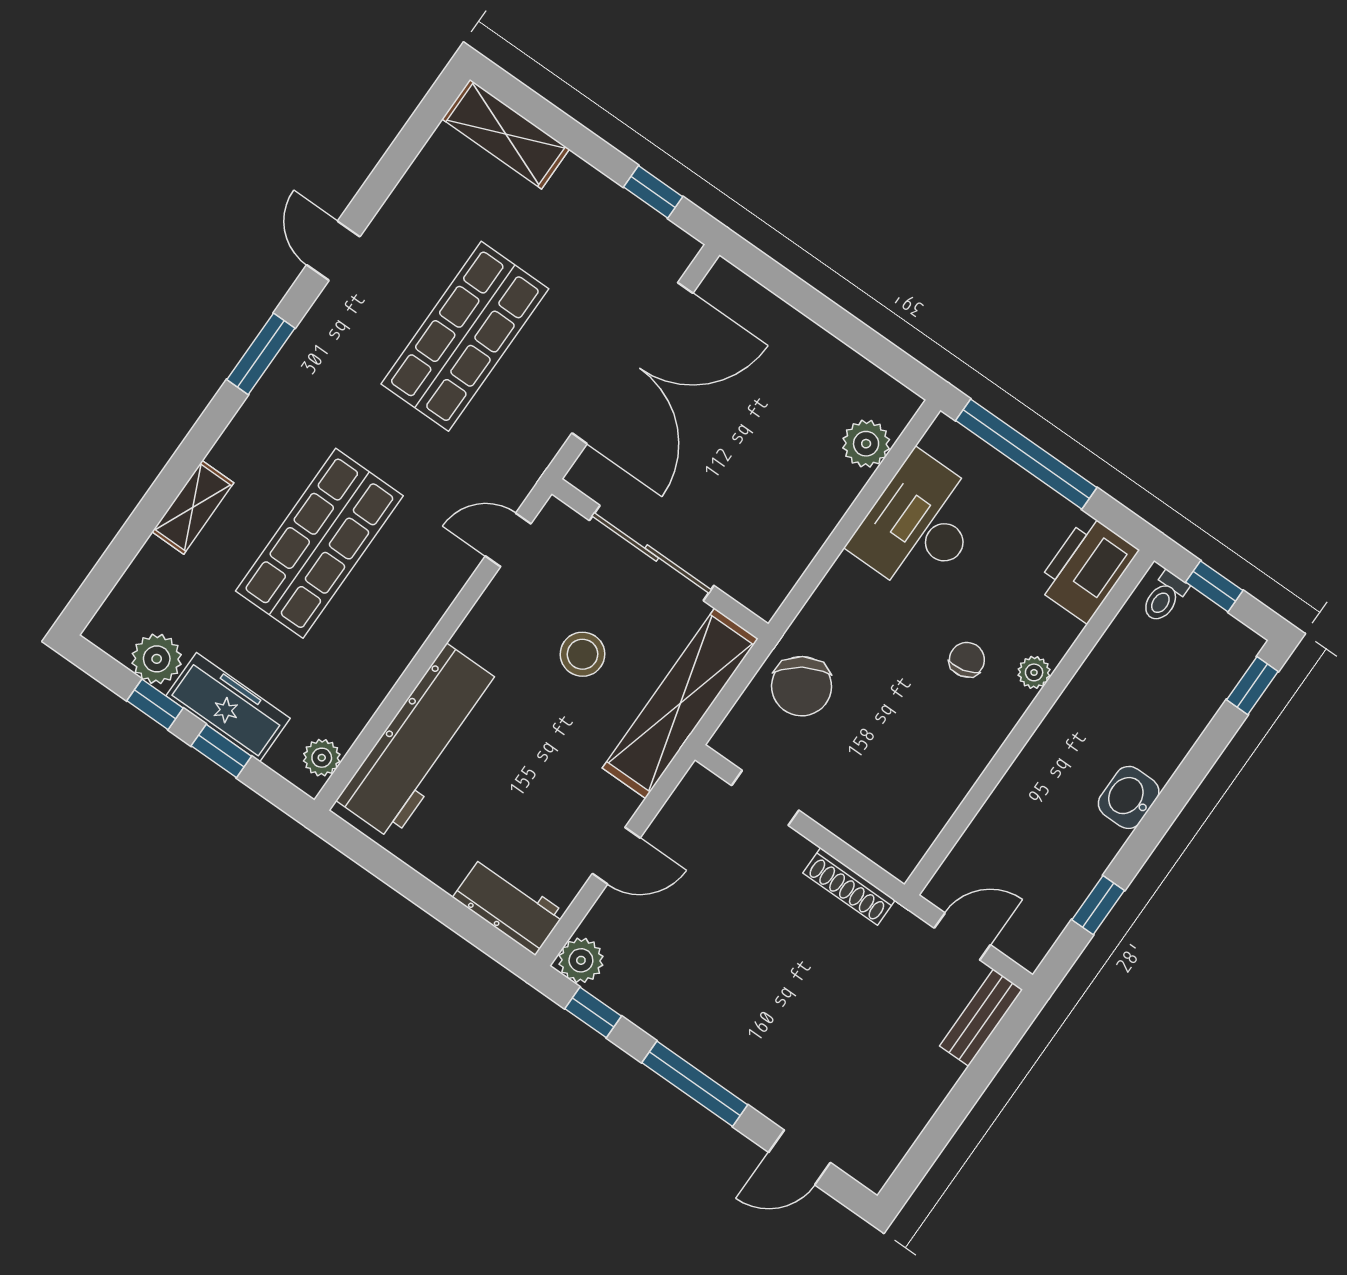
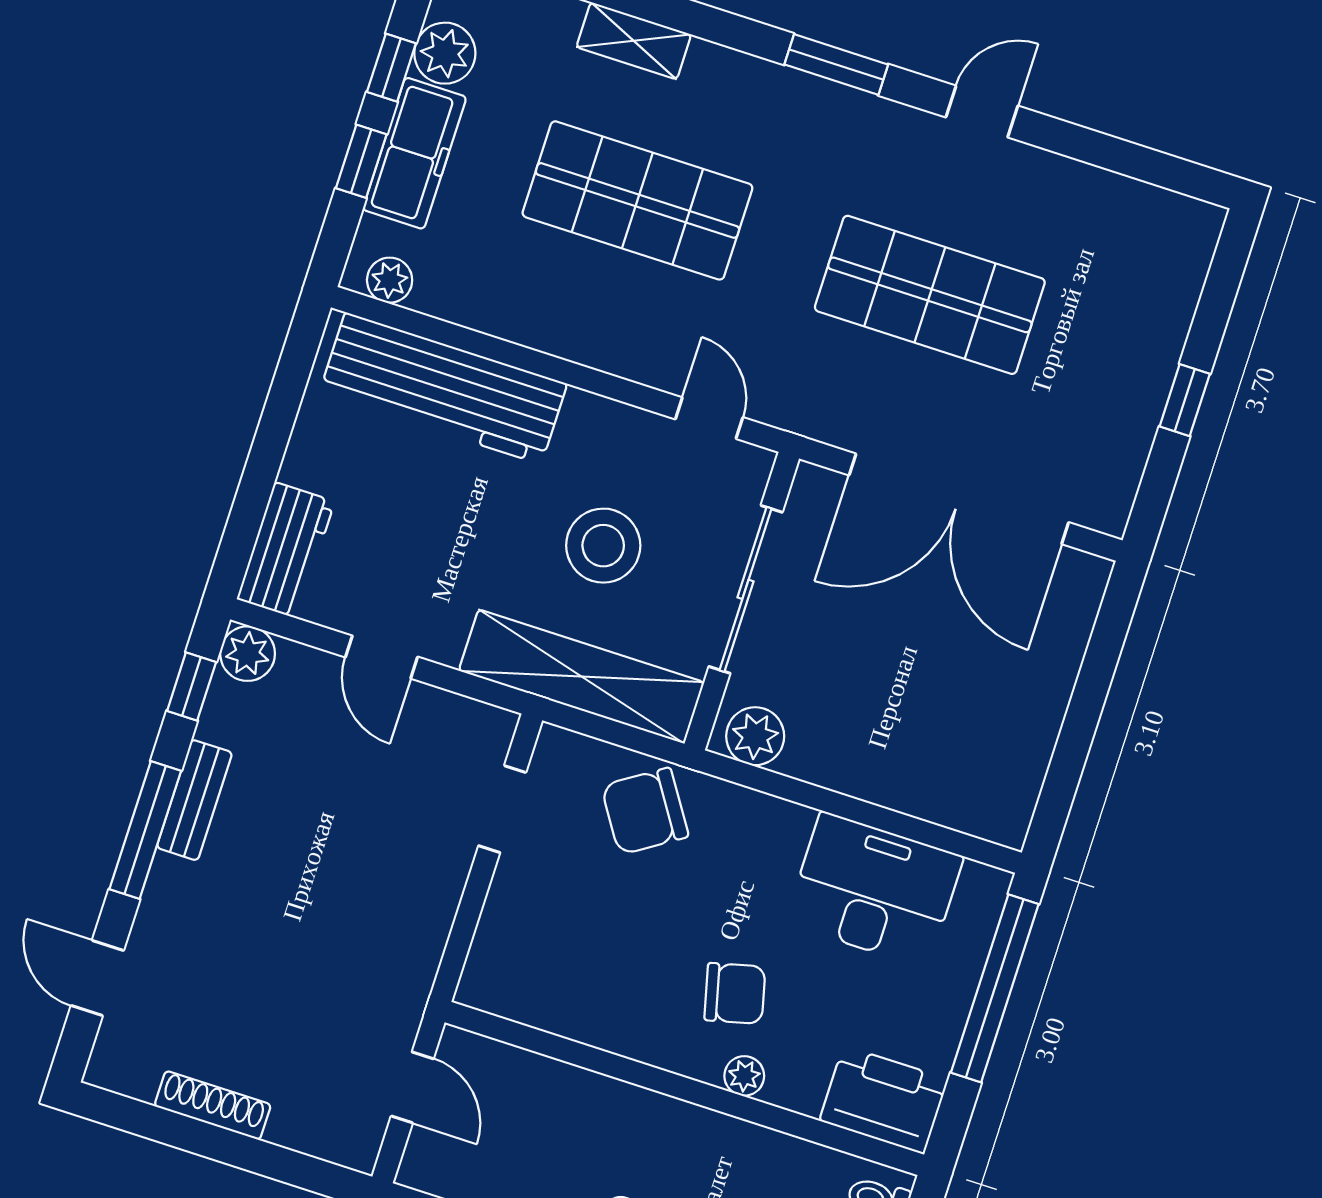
shelving: (506, 134) -> (1179, 270), removed
window: (653, 192) -> (1185, 400), moved
plant: (866, 444) -> (755, 736), moved
stool: (583, 654) -> (603, 546), width x1.38, depth x1.38
chair: (967, 660) -> (735, 993), width x1.37, depth x1.37
shoe rack: (849, 886) -> (213, 1105), moved, turned 90
bench: (981, 1018) -> (194, 800), moved, turned 90

